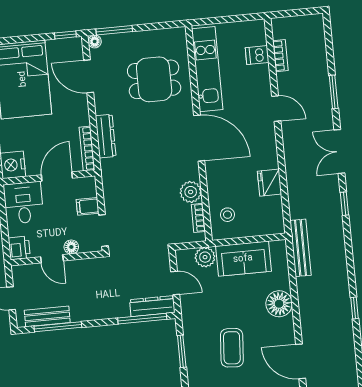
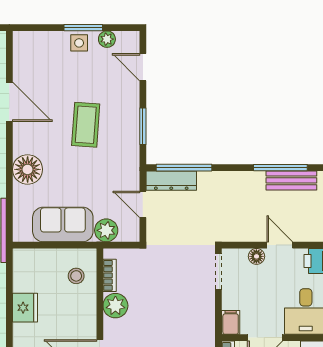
filing cabinet: (88, 206) -> (231, 322), moved, turned -90

